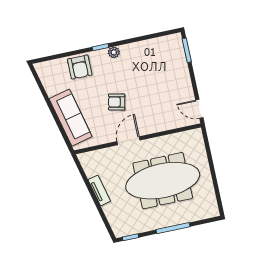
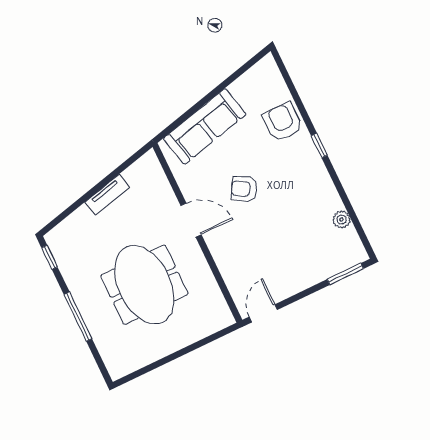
plant: (114, 52) -> (342, 219), moved
armchair: (80, 67) -> (283, 122), turned 90
armchair: (117, 102) -> (244, 189), turned -72
meeting table: (163, 181) -> (144, 285), width x0.73

